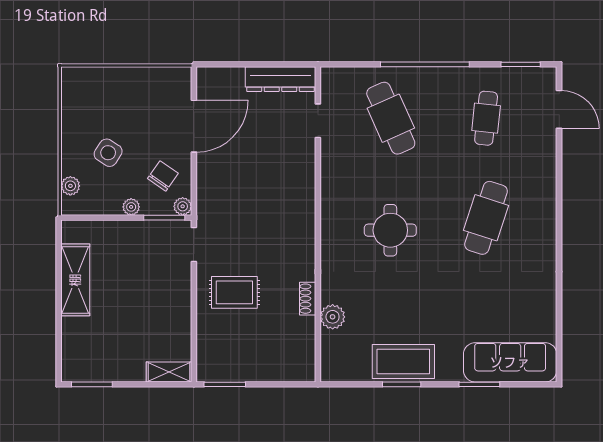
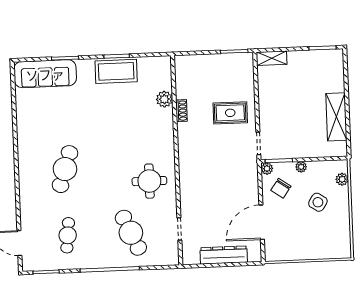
dresser: (280, 79) -> (224, 255), moved
round table: (390, 230) -> (149, 181), moved

